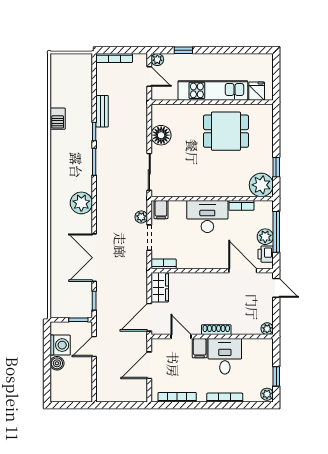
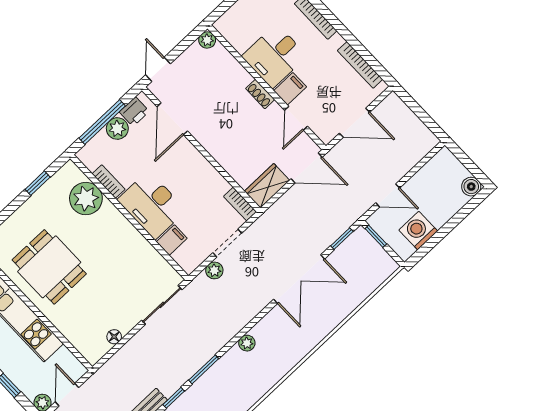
floor lamp: (161, 135) -> (114, 337), width x0.53, depth x0.53
plant: (261, 185) -> (86, 199), moved
plant: (81, 203) -> (247, 343), width x0.53, depth x0.53
filing cabinet: (161, 210) -> (172, 240), moved
shoe rack: (216, 330) -> (260, 94), width x0.70
boiler: (57, 363) -> (471, 187), moved

